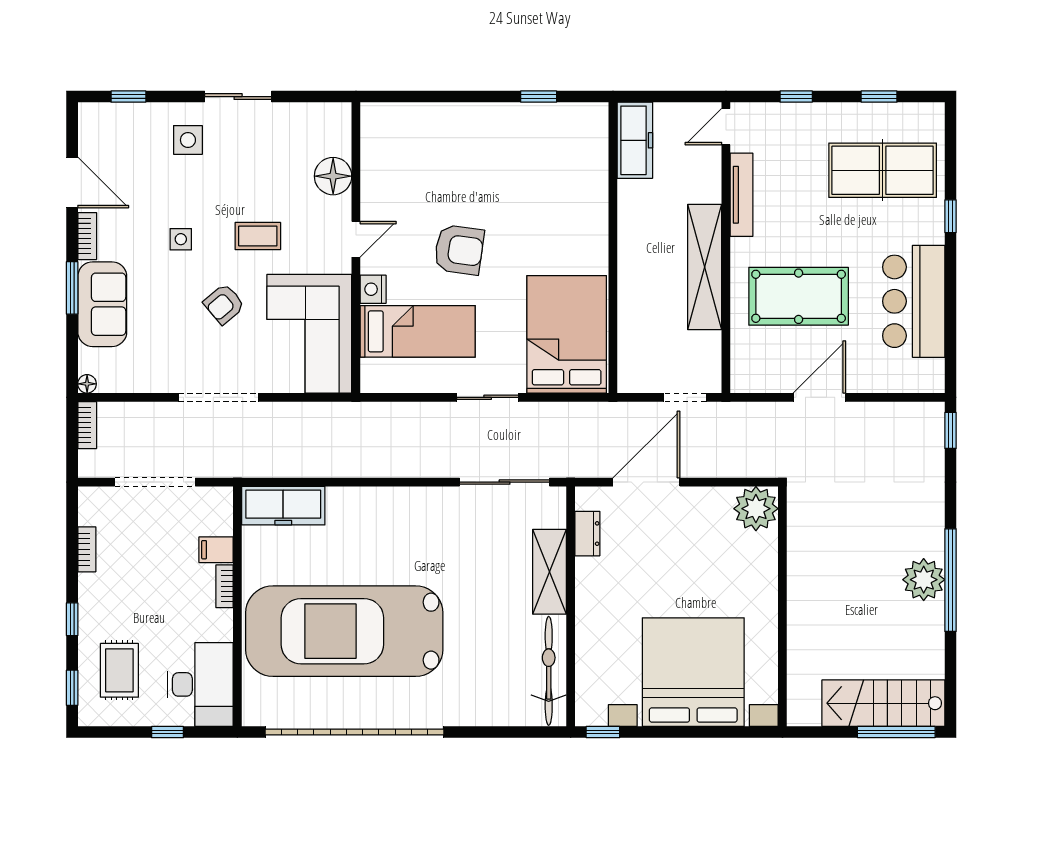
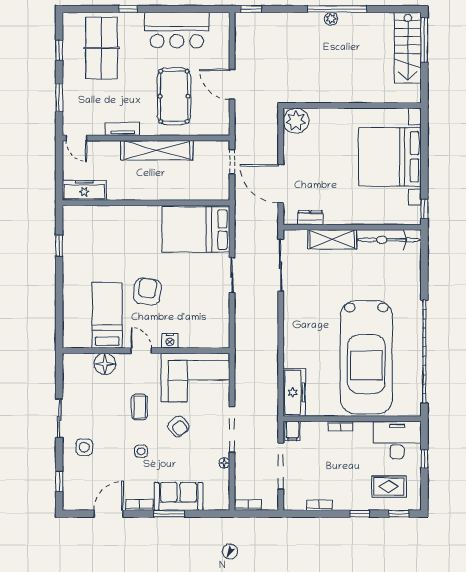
window: (796, 97) -> (59, 98), width x1.50
tv unit: (741, 195) -> (123, 129), width x0.71
bed: (418, 331) -> (107, 315), moved
floor lamp: (87, 384) -> (224, 463), moved
filing cabinet: (216, 550) -> (292, 431), moved
plant: (924, 580) -> (331, 19), width x0.53, depth x0.53

